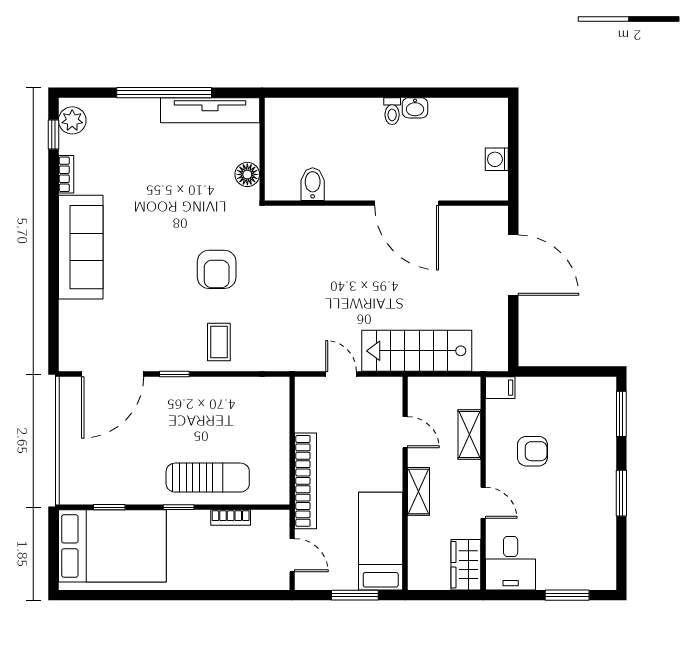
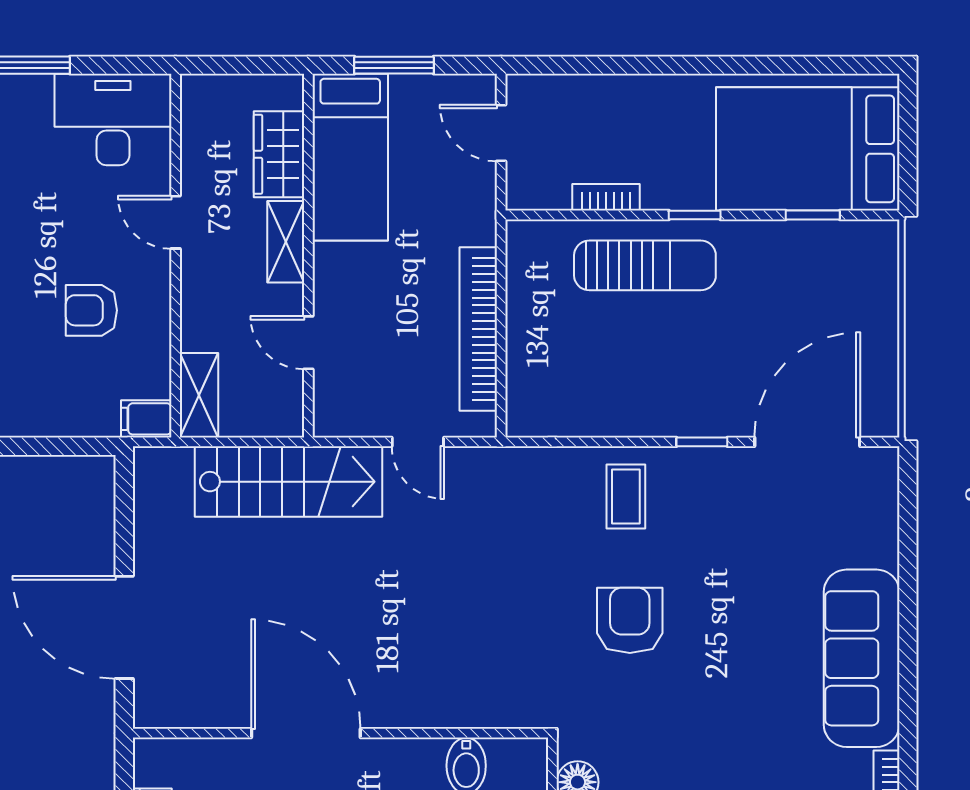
shelving: (469, 435) -> (199, 395), moved
sun lounger: (208, 478) -> (645, 265), turned 180
bookcase: (306, 481) -> (478, 329), moved
desk: (511, 563) -> (113, 119), width x1.37
wardrobe: (466, 565) -> (279, 154), moved, turned 180

